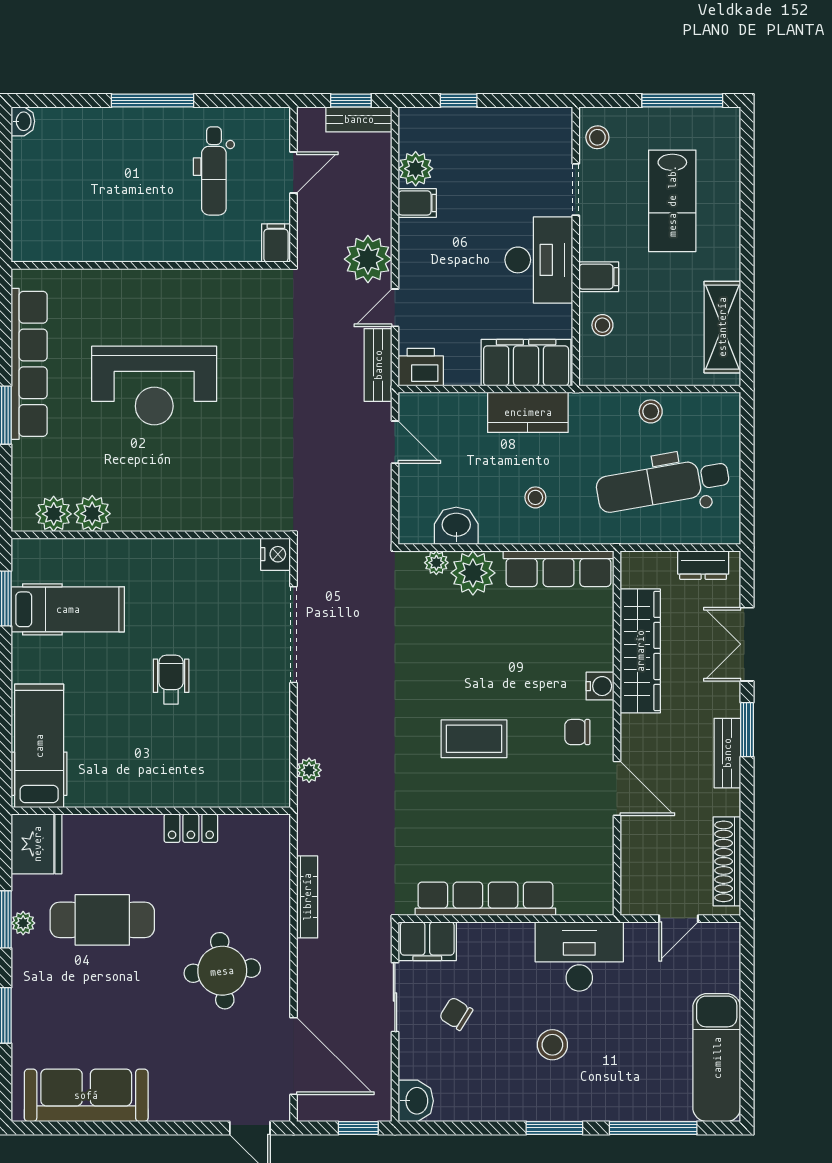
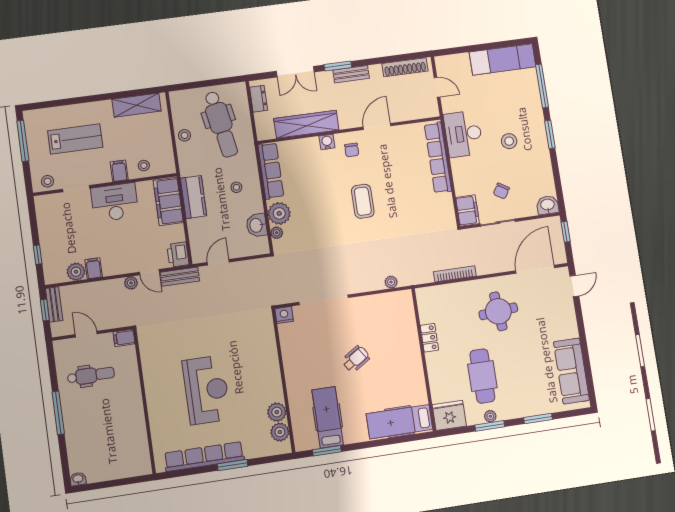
plant: (368, 259) -> (131, 283), width x0.53, depth x0.53
wheelchair: (171, 680) -> (356, 359), turned 147
row of seats: (485, 899) -> (438, 158), moved

